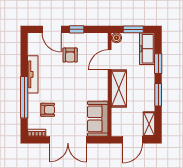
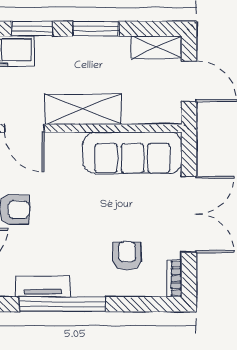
tv unit: (33, 74) -> (43, 287), width x0.71
window: (24, 97) -> (63, 304), moved
sofa: (98, 119) -> (132, 153), width x1.36

